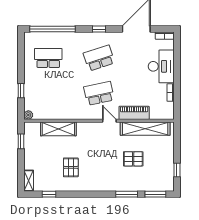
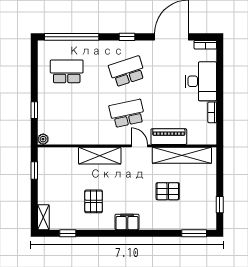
shelving: (58, 129) -> (100, 156), moved
filing cabinet: (99, 185) -> (127, 222), added
window: (127, 194) -> (160, 233), removed

